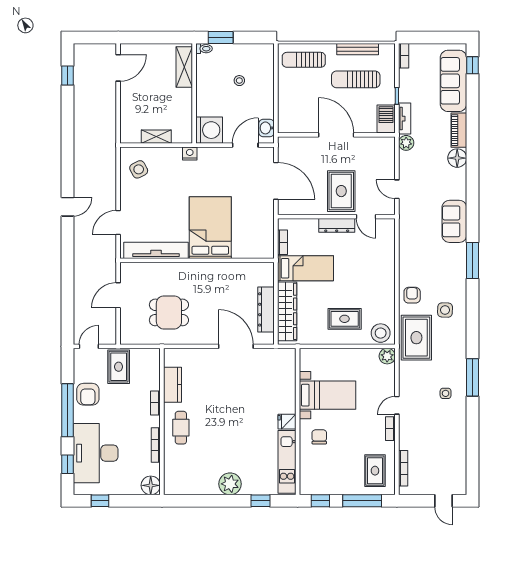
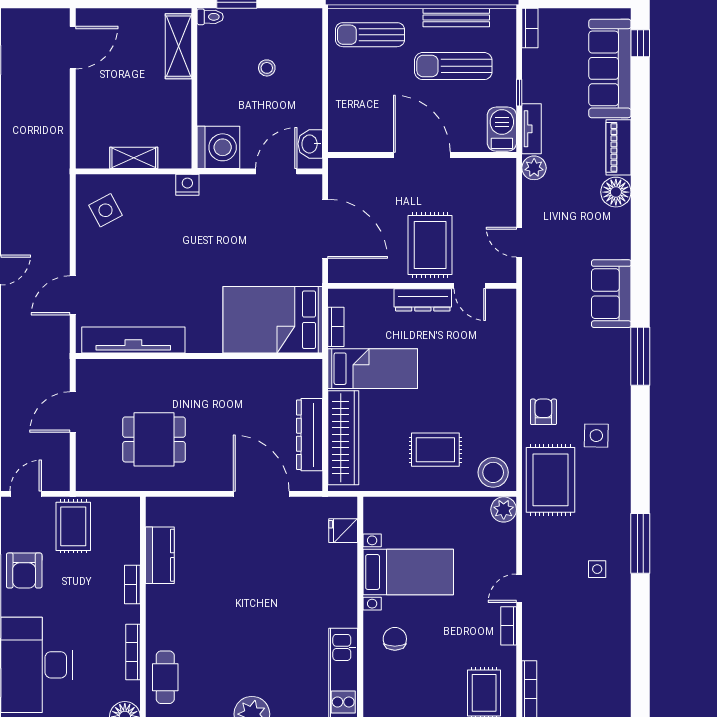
bed: (210, 228) -> (273, 320), moved, turned -90
fridge: (287, 422) -> (343, 531), moved
cafe table: (181, 428) -> (165, 677), moved

